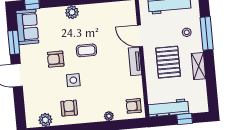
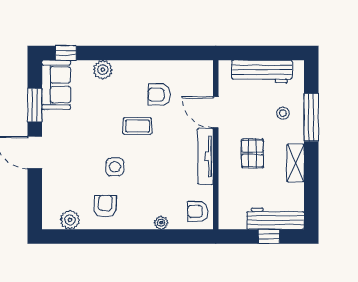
plant: (72, 12) -> (103, 70), moved
armchair: (56, 59) -> (159, 95), moved
tv unit: (135, 61) -> (205, 156), width x1.41
pallet: (168, 62) -> (253, 153), width x0.67, depth x0.71
workbench: (168, 108) -> (275, 219), moved

